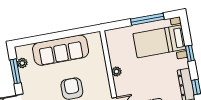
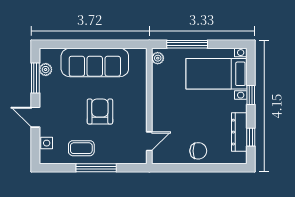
window: (147, 19) -> (187, 44), moved
plant: (116, 71) -> (158, 58), moved

